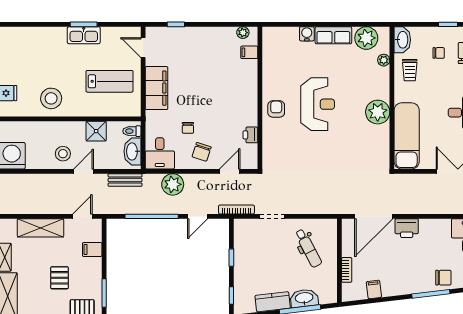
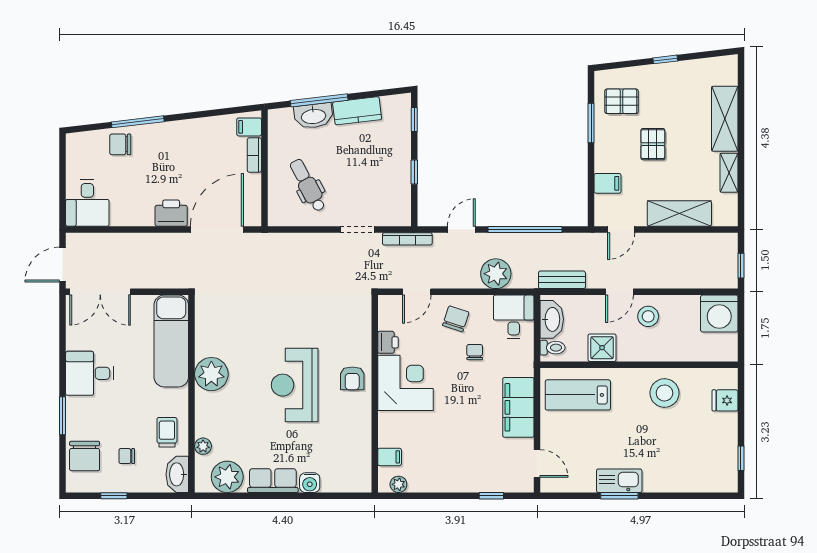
lab bench: (110, 81) -> (578, 395), moved
corner desk: (238, 106) -> (406, 383), added
filing cabinet: (374, 289) -> (249, 127), moved, turned 97

